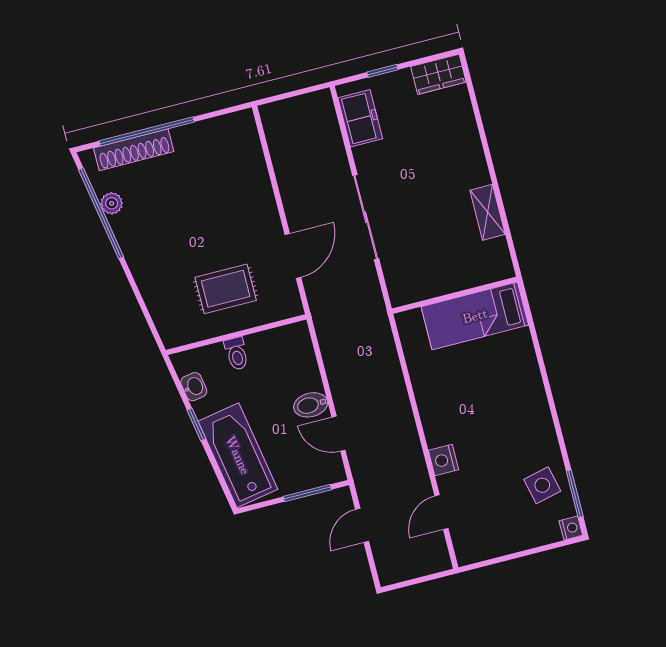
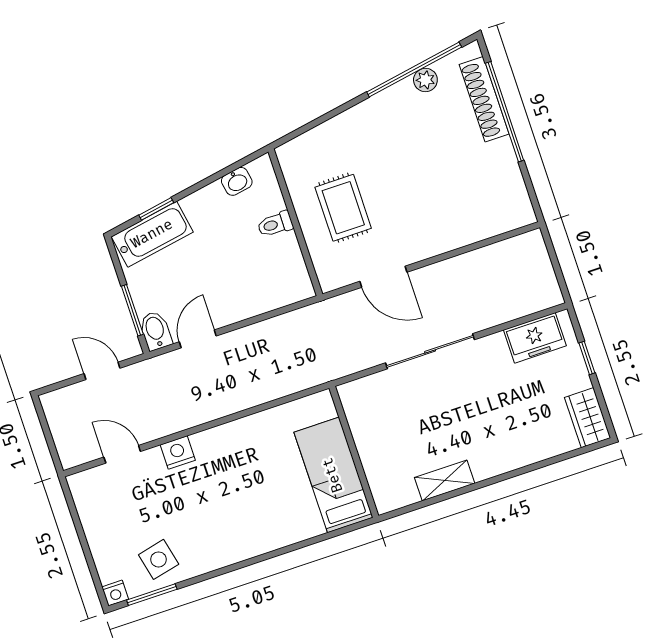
bidet: (311, 405) -> (155, 331), moved
window: (196, 424) -> (156, 209), moved
bathtub: (238, 455) -> (152, 234), width x0.73, depth x0.73

